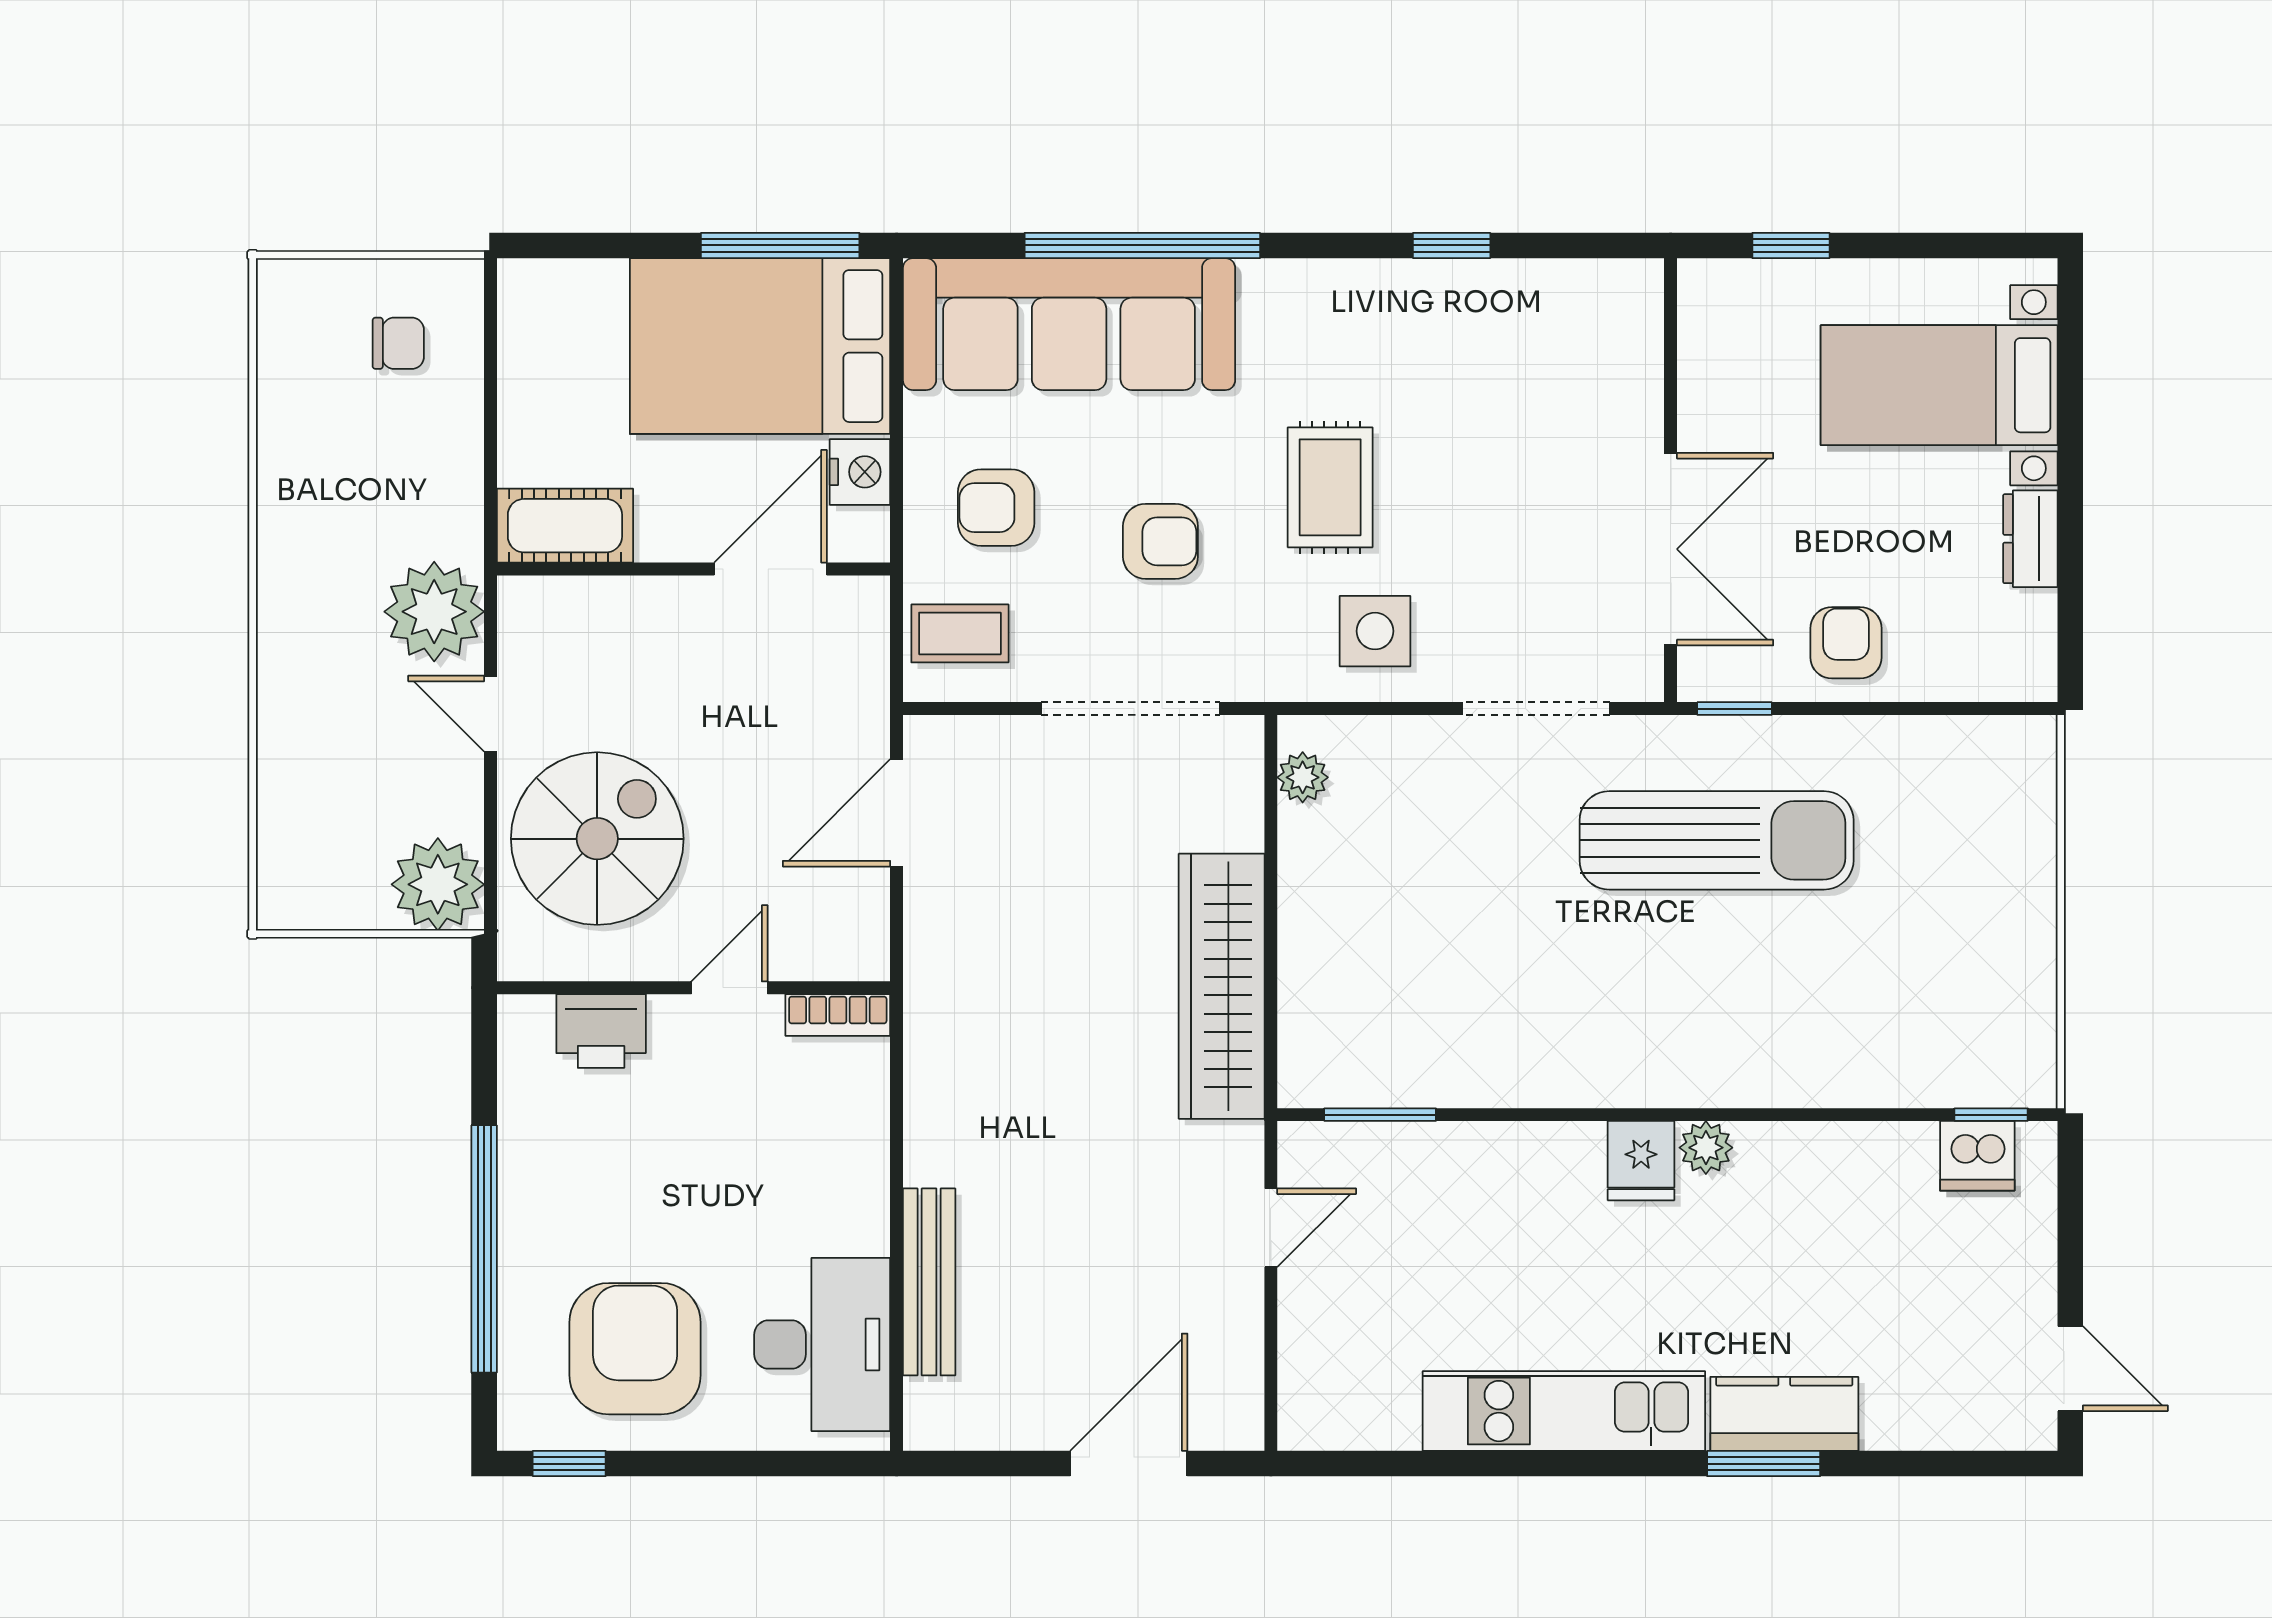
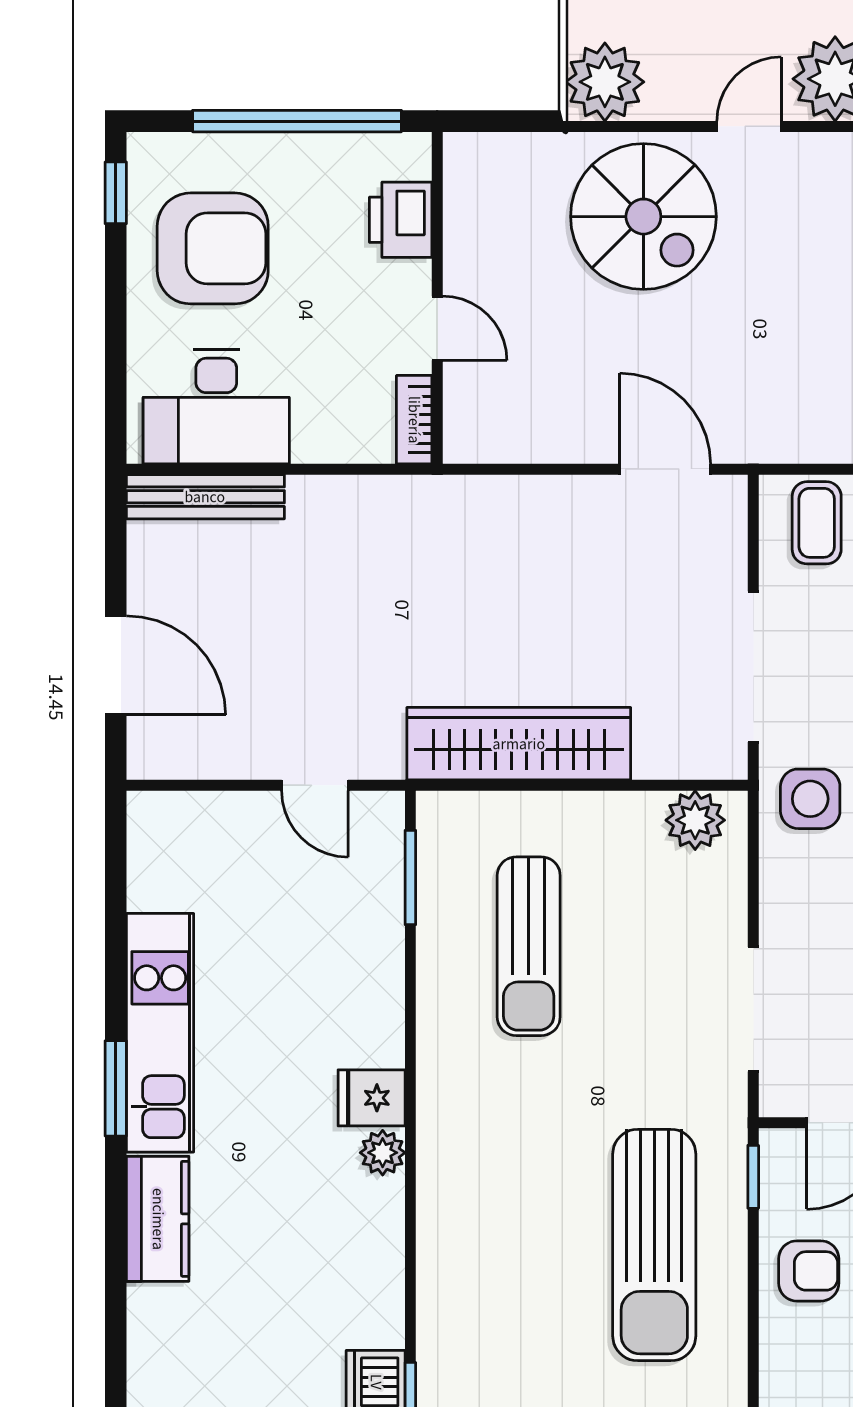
side table: (1375, 631) -> (810, 799), moved
plant: (1303, 777) -> (695, 820), width x1.38, depth x1.38
sun lounger: (1717, 840) -> (654, 1245), moved
sun lounger: (1461, 974) -> (529, 946), added
wall: (694, 988) -> (437, 298), moved
door: (729, 988) -> (437, 328), moved
bookcase: (838, 1015) -> (414, 420), moved
printer: (601, 1031) -> (401, 220), moved
bench: (929, 1282) -> (205, 497), moved
window: (1764, 1464) -> (116, 1088), moved

